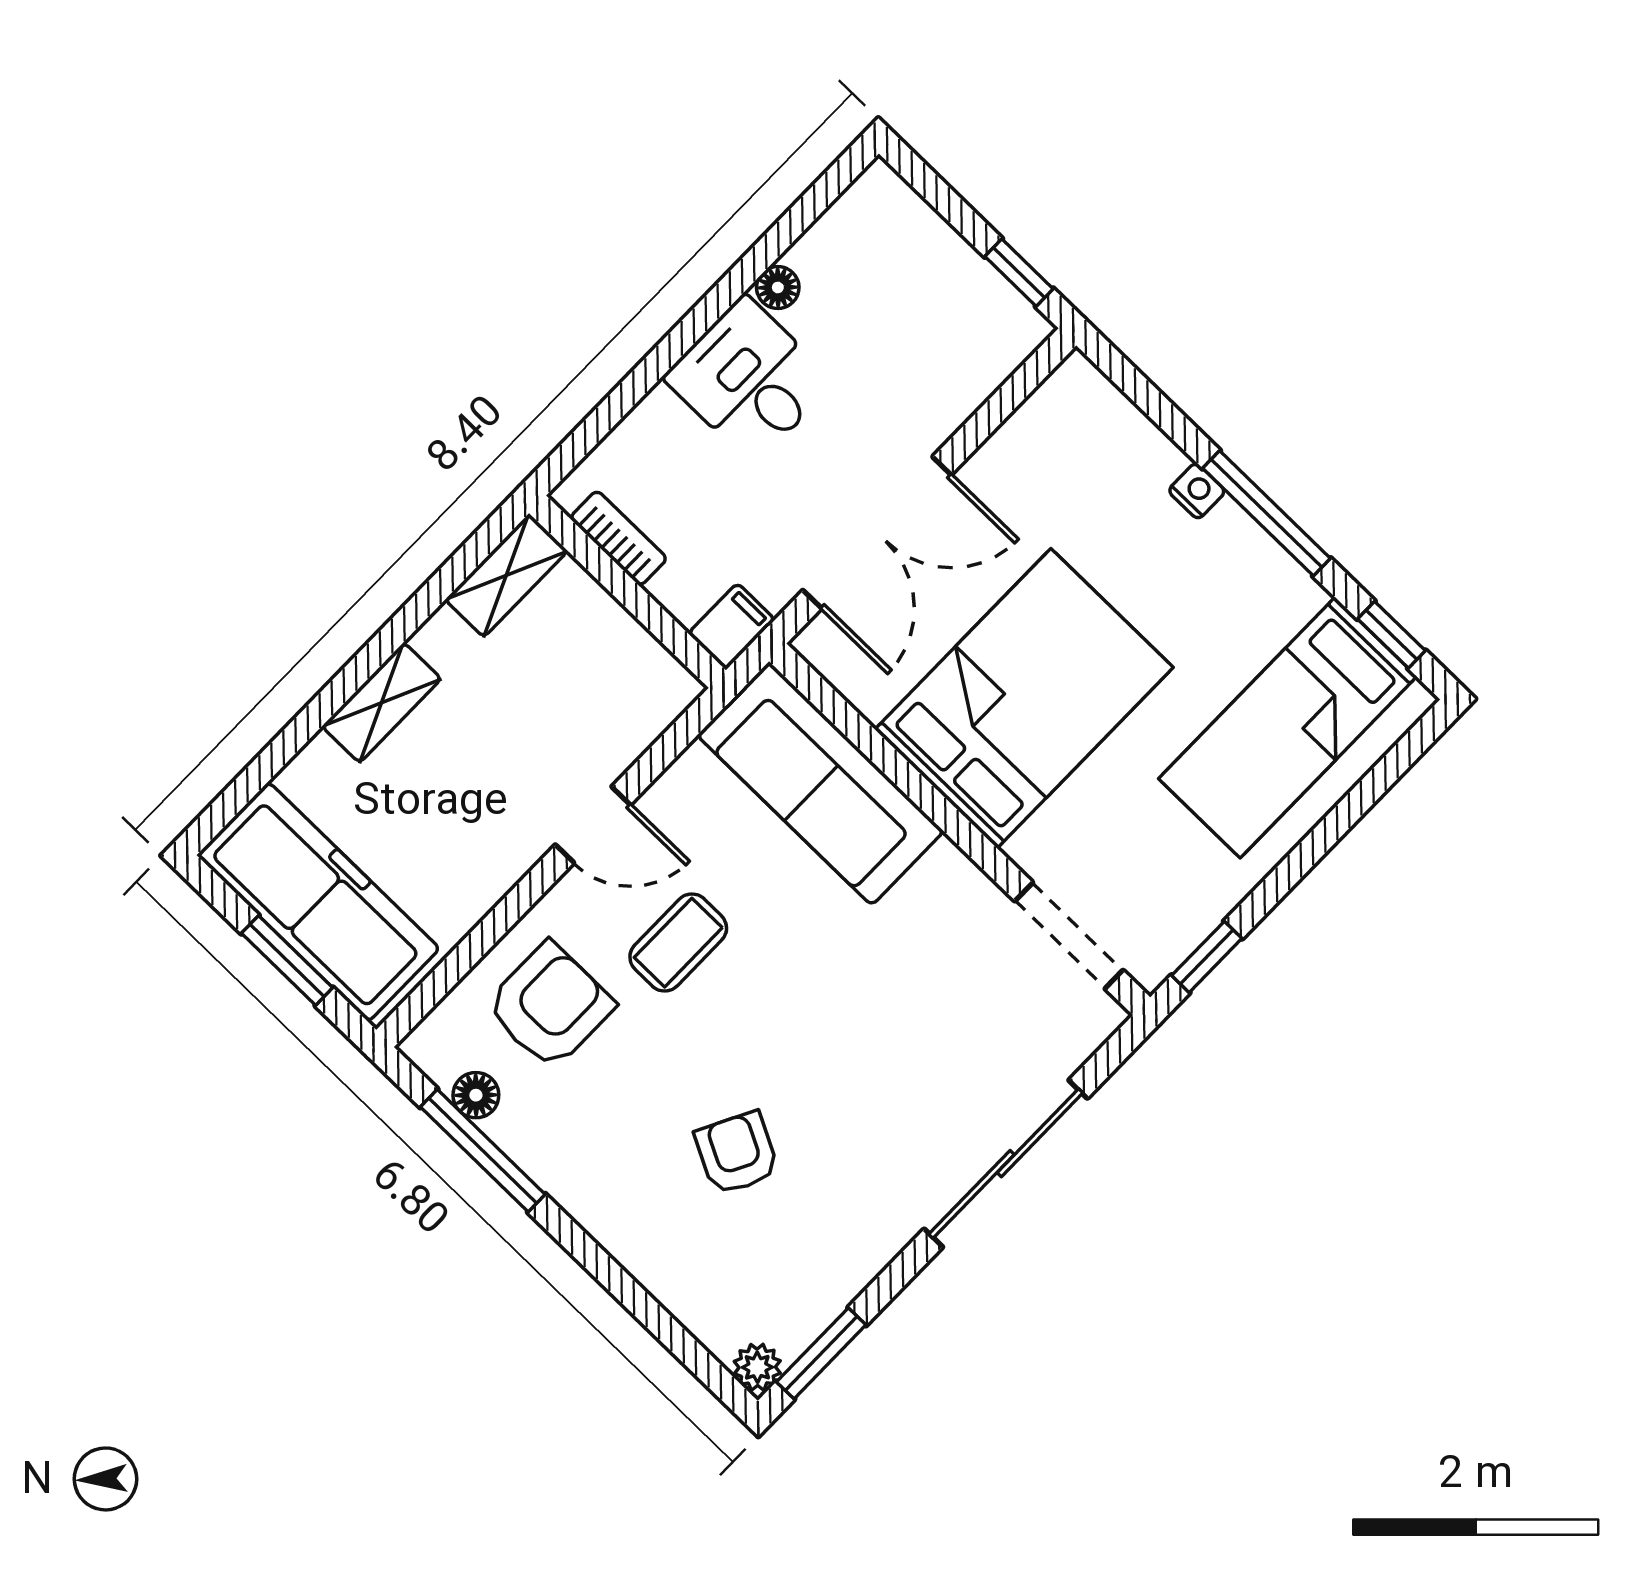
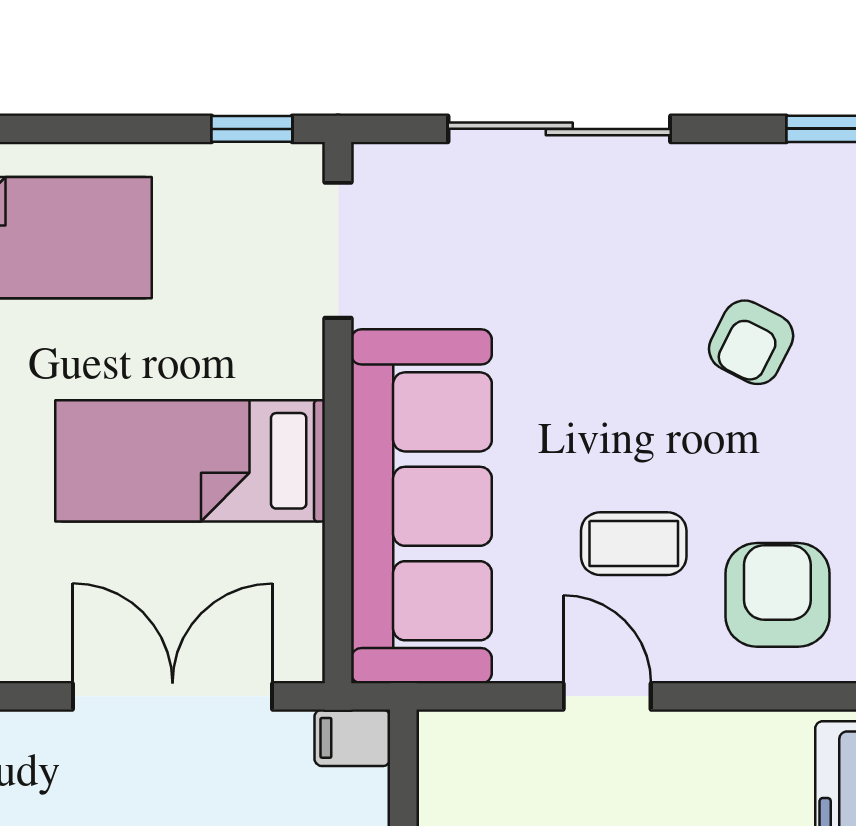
bed: (1024, 698) -> (190, 461), width x0.67
sofa: (820, 783) -> (421, 506), width x1.36, depth x1.27
armchair: (550, 1006) -> (777, 595), turned 90

